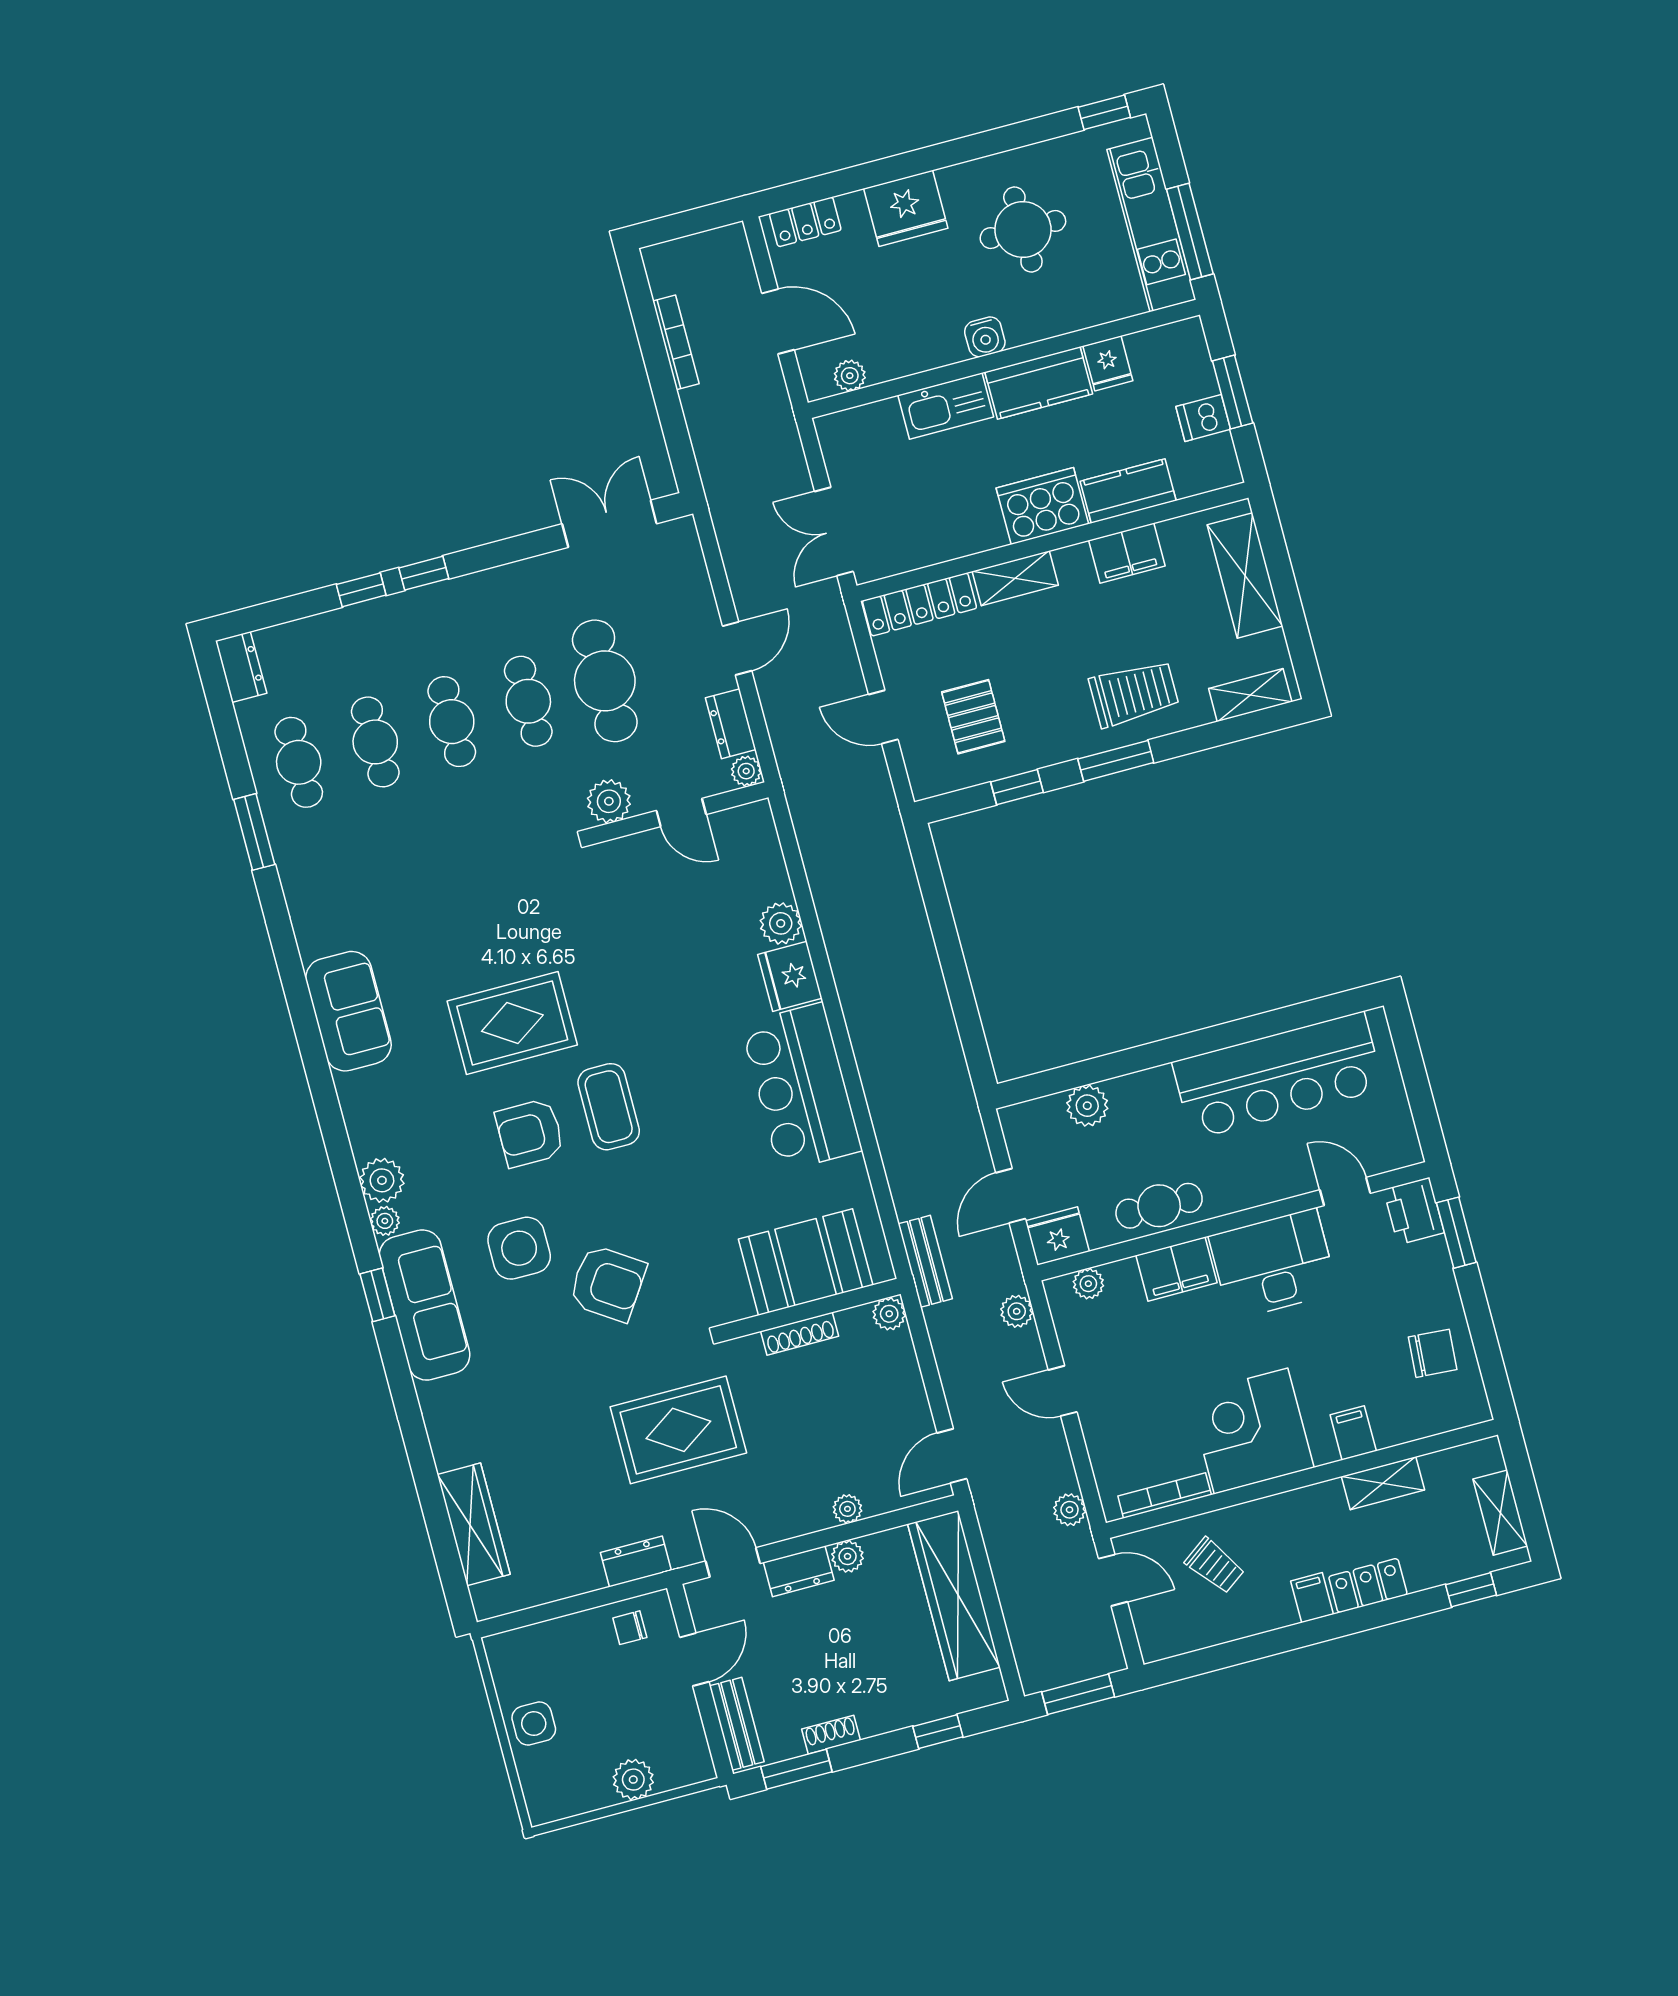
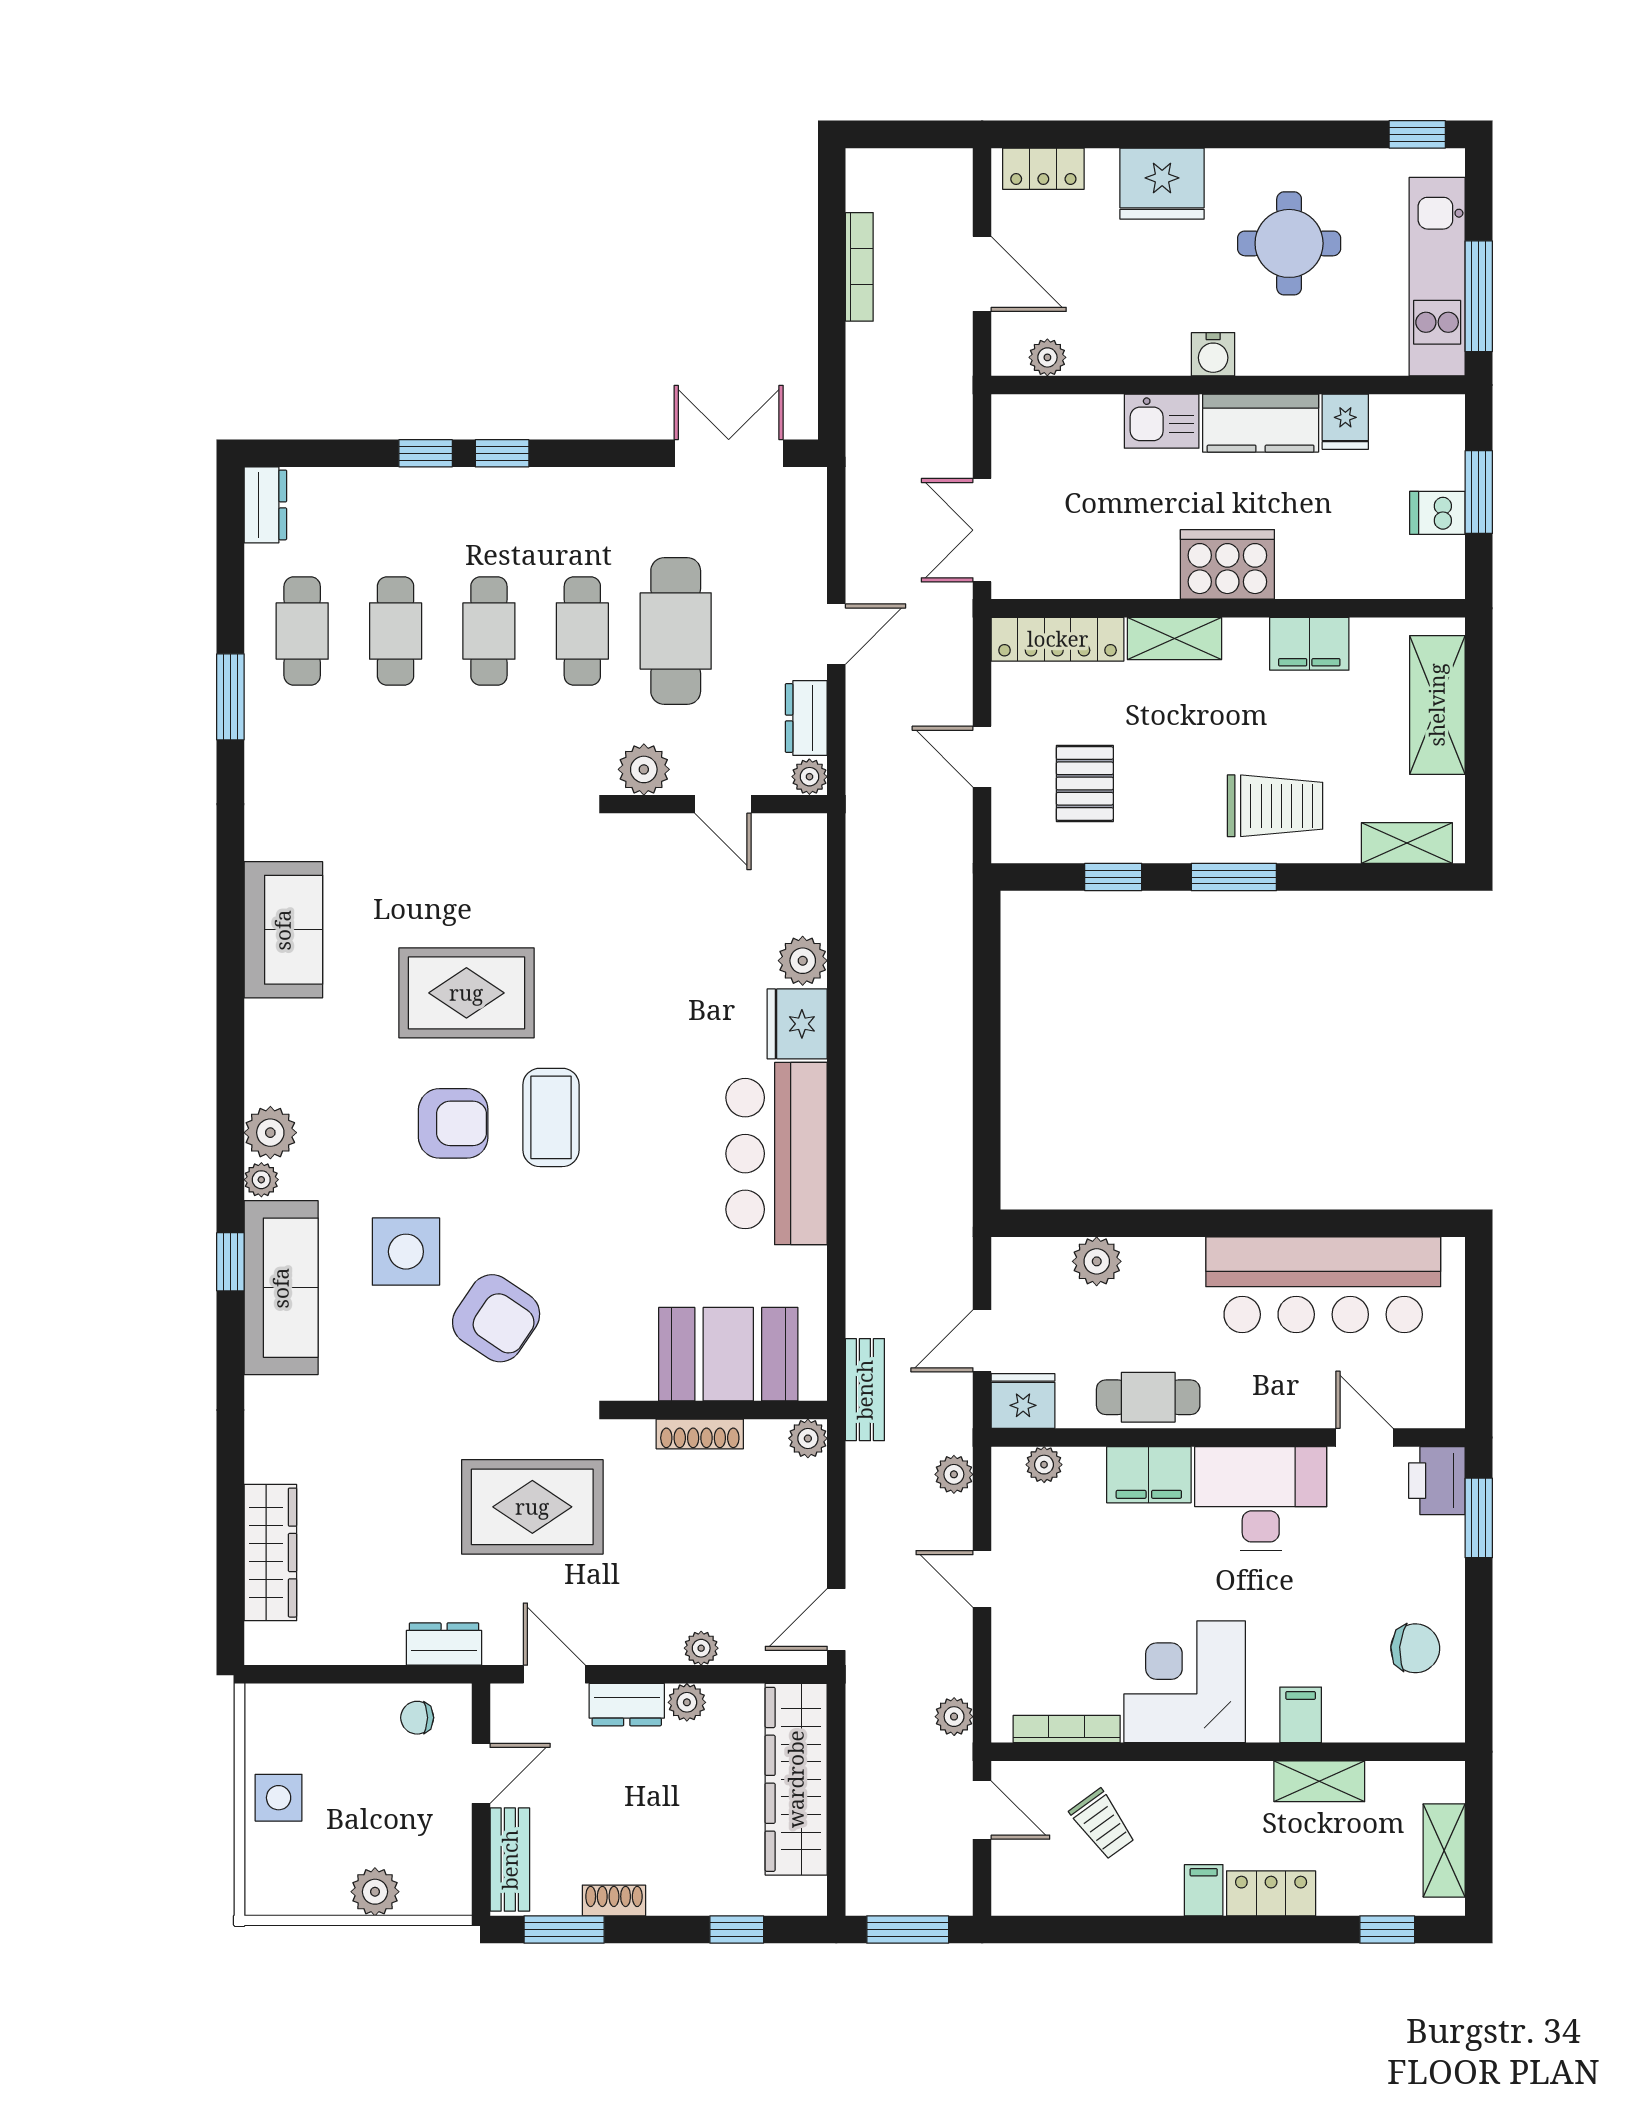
kitchen sink: (946, 406) -> (1162, 421), width x0.73
kitchen counter: (1128, 491) -> (1330, 573), removed
armchair: (530, 1133) -> (453, 1123), turned 180

